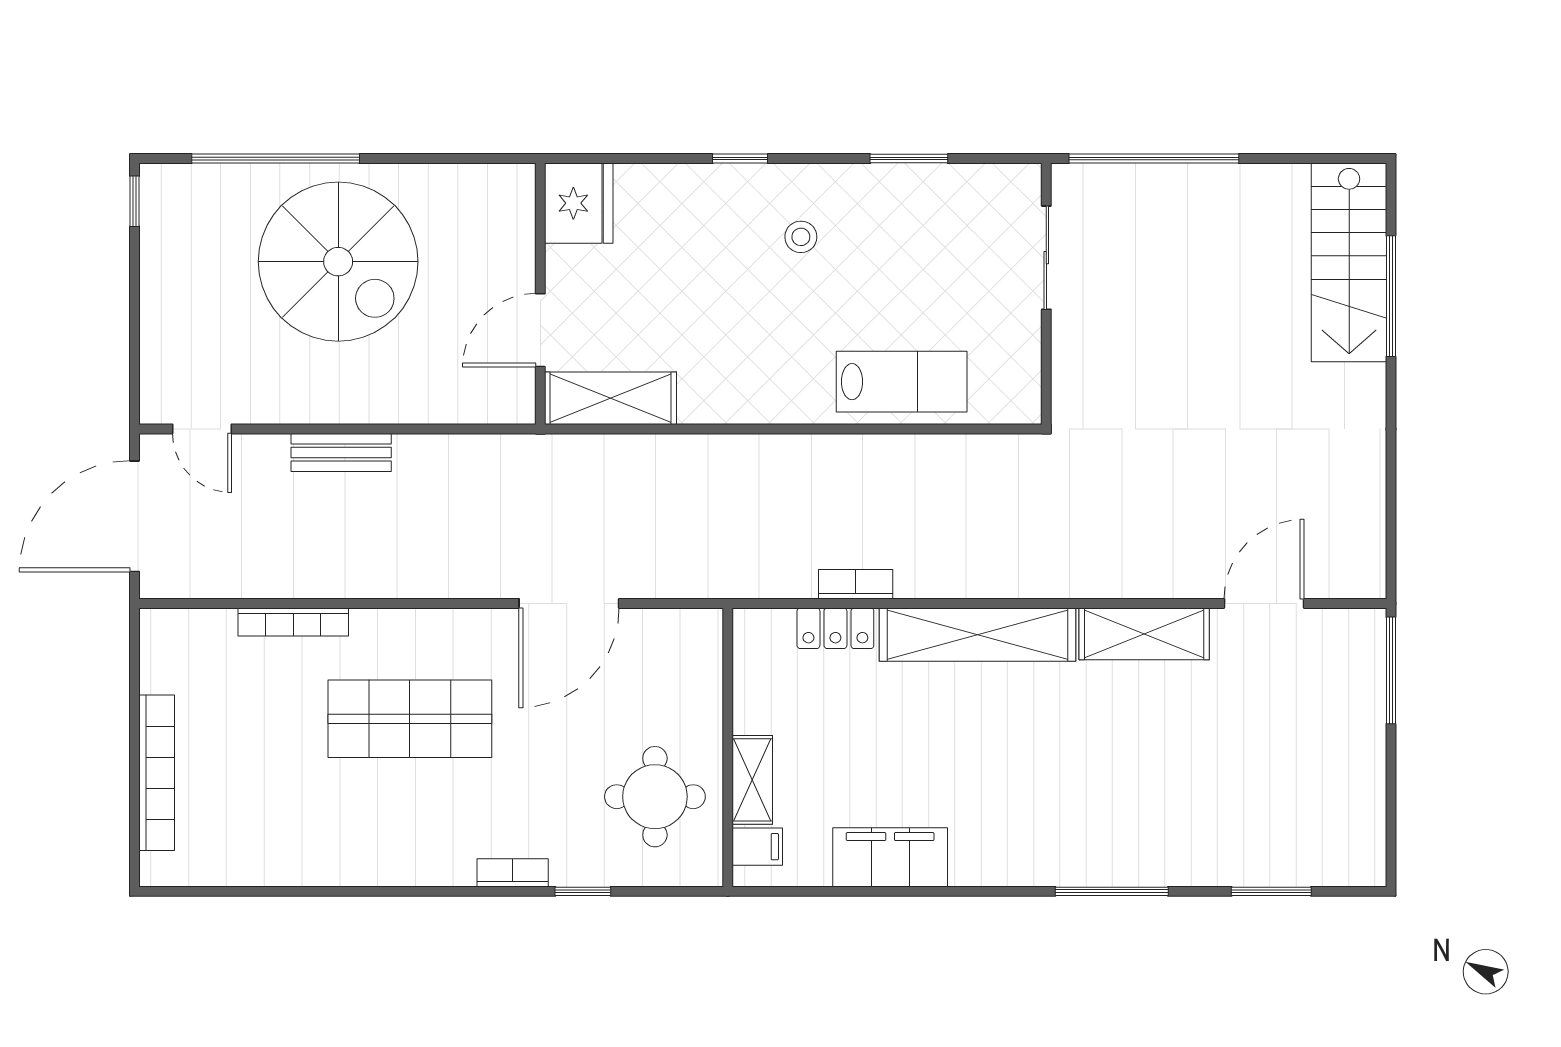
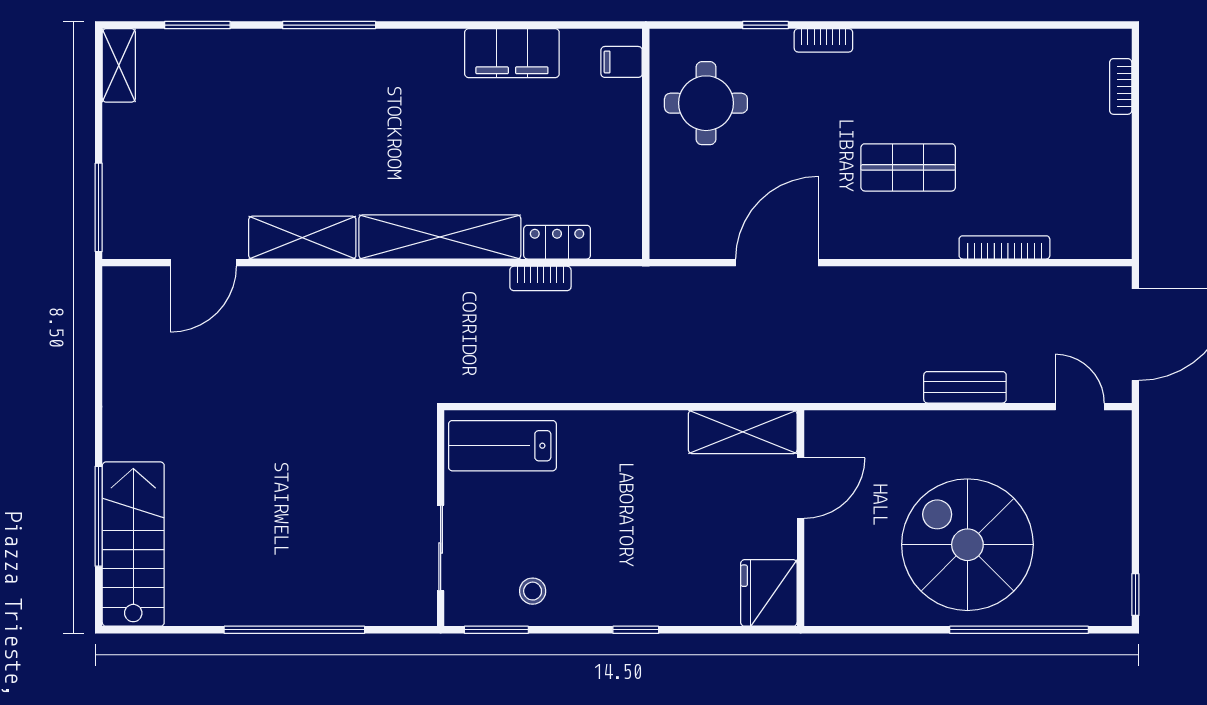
stool: (801, 237) -> (533, 591), moved
sliding door: (1046, 258) -> (441, 548), moved
wall: (1046, 294) -> (441, 518), moved
shop shelf: (410, 719) -> (908, 167), width x0.70, depth x0.74
bookcase: (157, 773) -> (1121, 86), width x0.43, depth x0.76
shelving: (752, 780) -> (119, 65), moved

